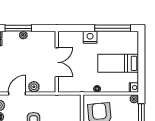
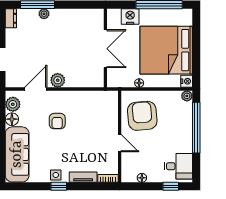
double door: (57, 62) -> (105, 49), moved
wall: (57, 62) -> (105, 48), moved
bed: (118, 63) -> (166, 50), width x2.04

